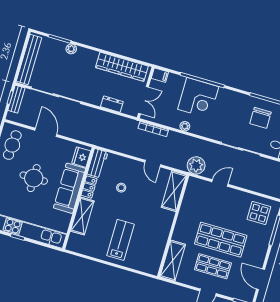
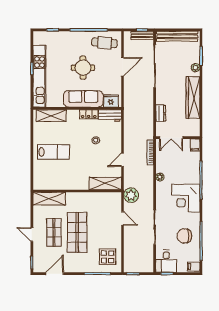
wardrobe: (122, 67) -> (193, 98), moved
corner desk: (198, 98) -> (186, 198), moved
shelving: (82, 216) -> (51, 116), moved

